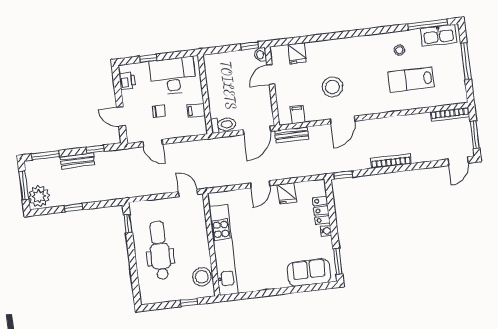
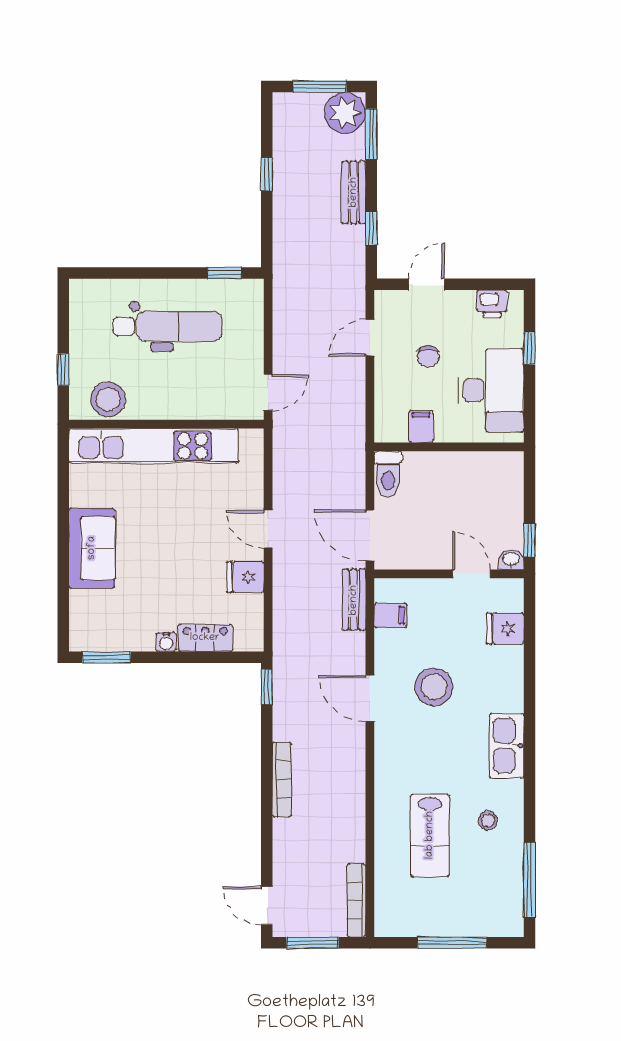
kitchen sink: (438, 35) -> (507, 746), moved
lab bench: (411, 80) -> (430, 835), turned 180
plant: (39, 196) -> (345, 113), moved
sofa: (309, 273) -> (92, 548), moved

